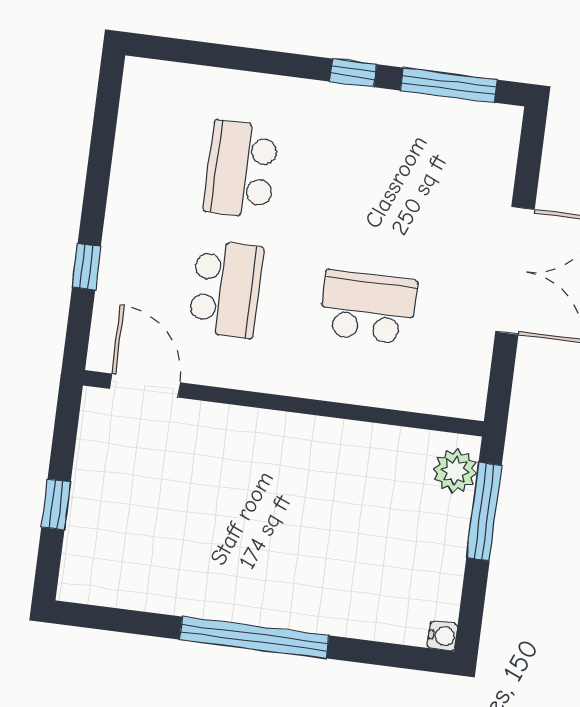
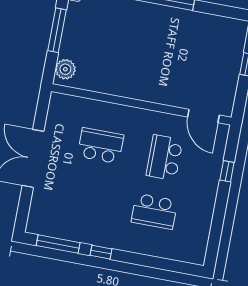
school desk: (241, 169) -> (154, 211), turned 90
school desk: (368, 307) -> (101, 146), turned 180
window: (484, 512) -> (57, 30), moved

